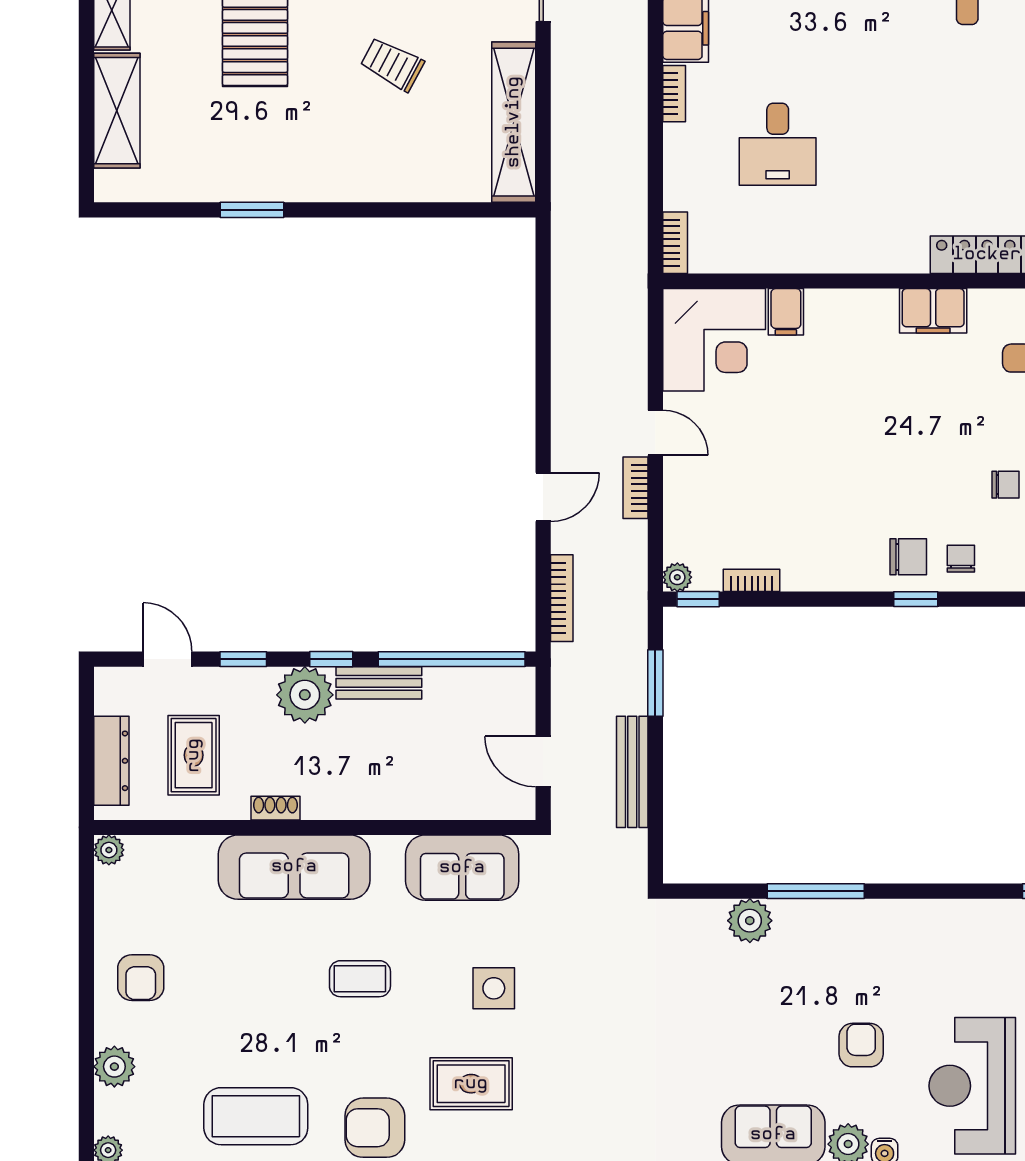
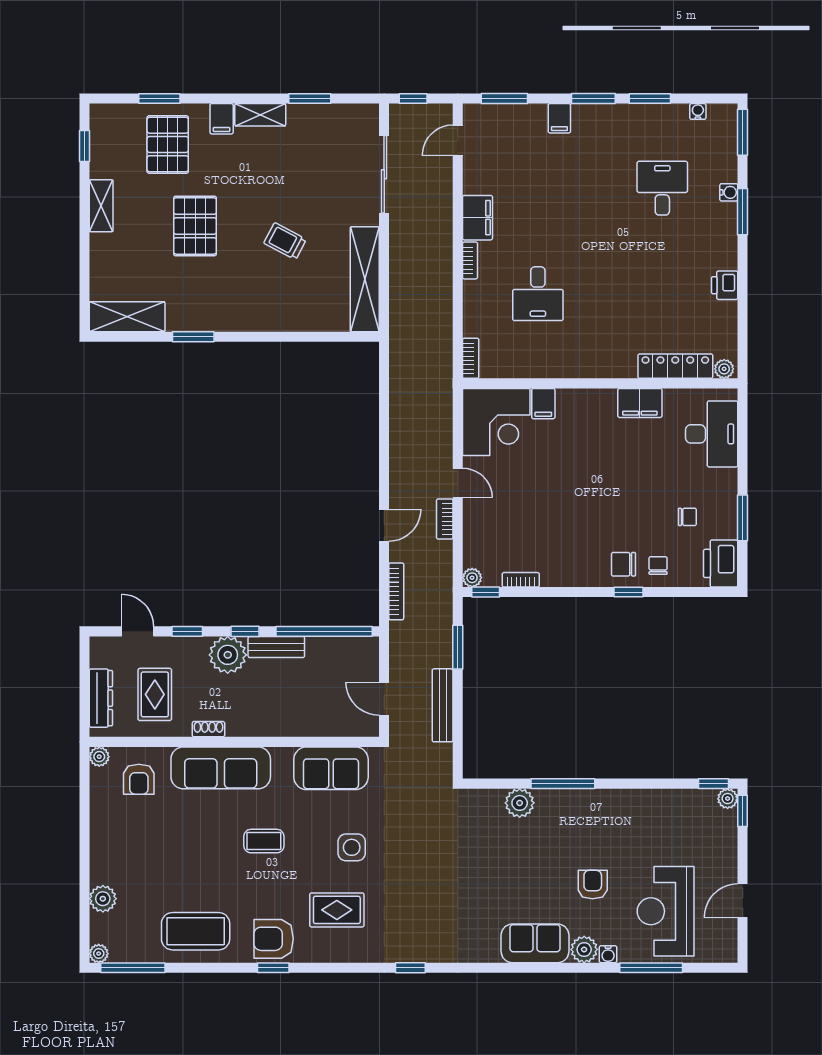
shelving: (117, 111) -> (127, 317), moved, turned 90
chair: (908, 557) -> (624, 564), turned 180
armchair: (141, 978) -> (139, 779), moved

